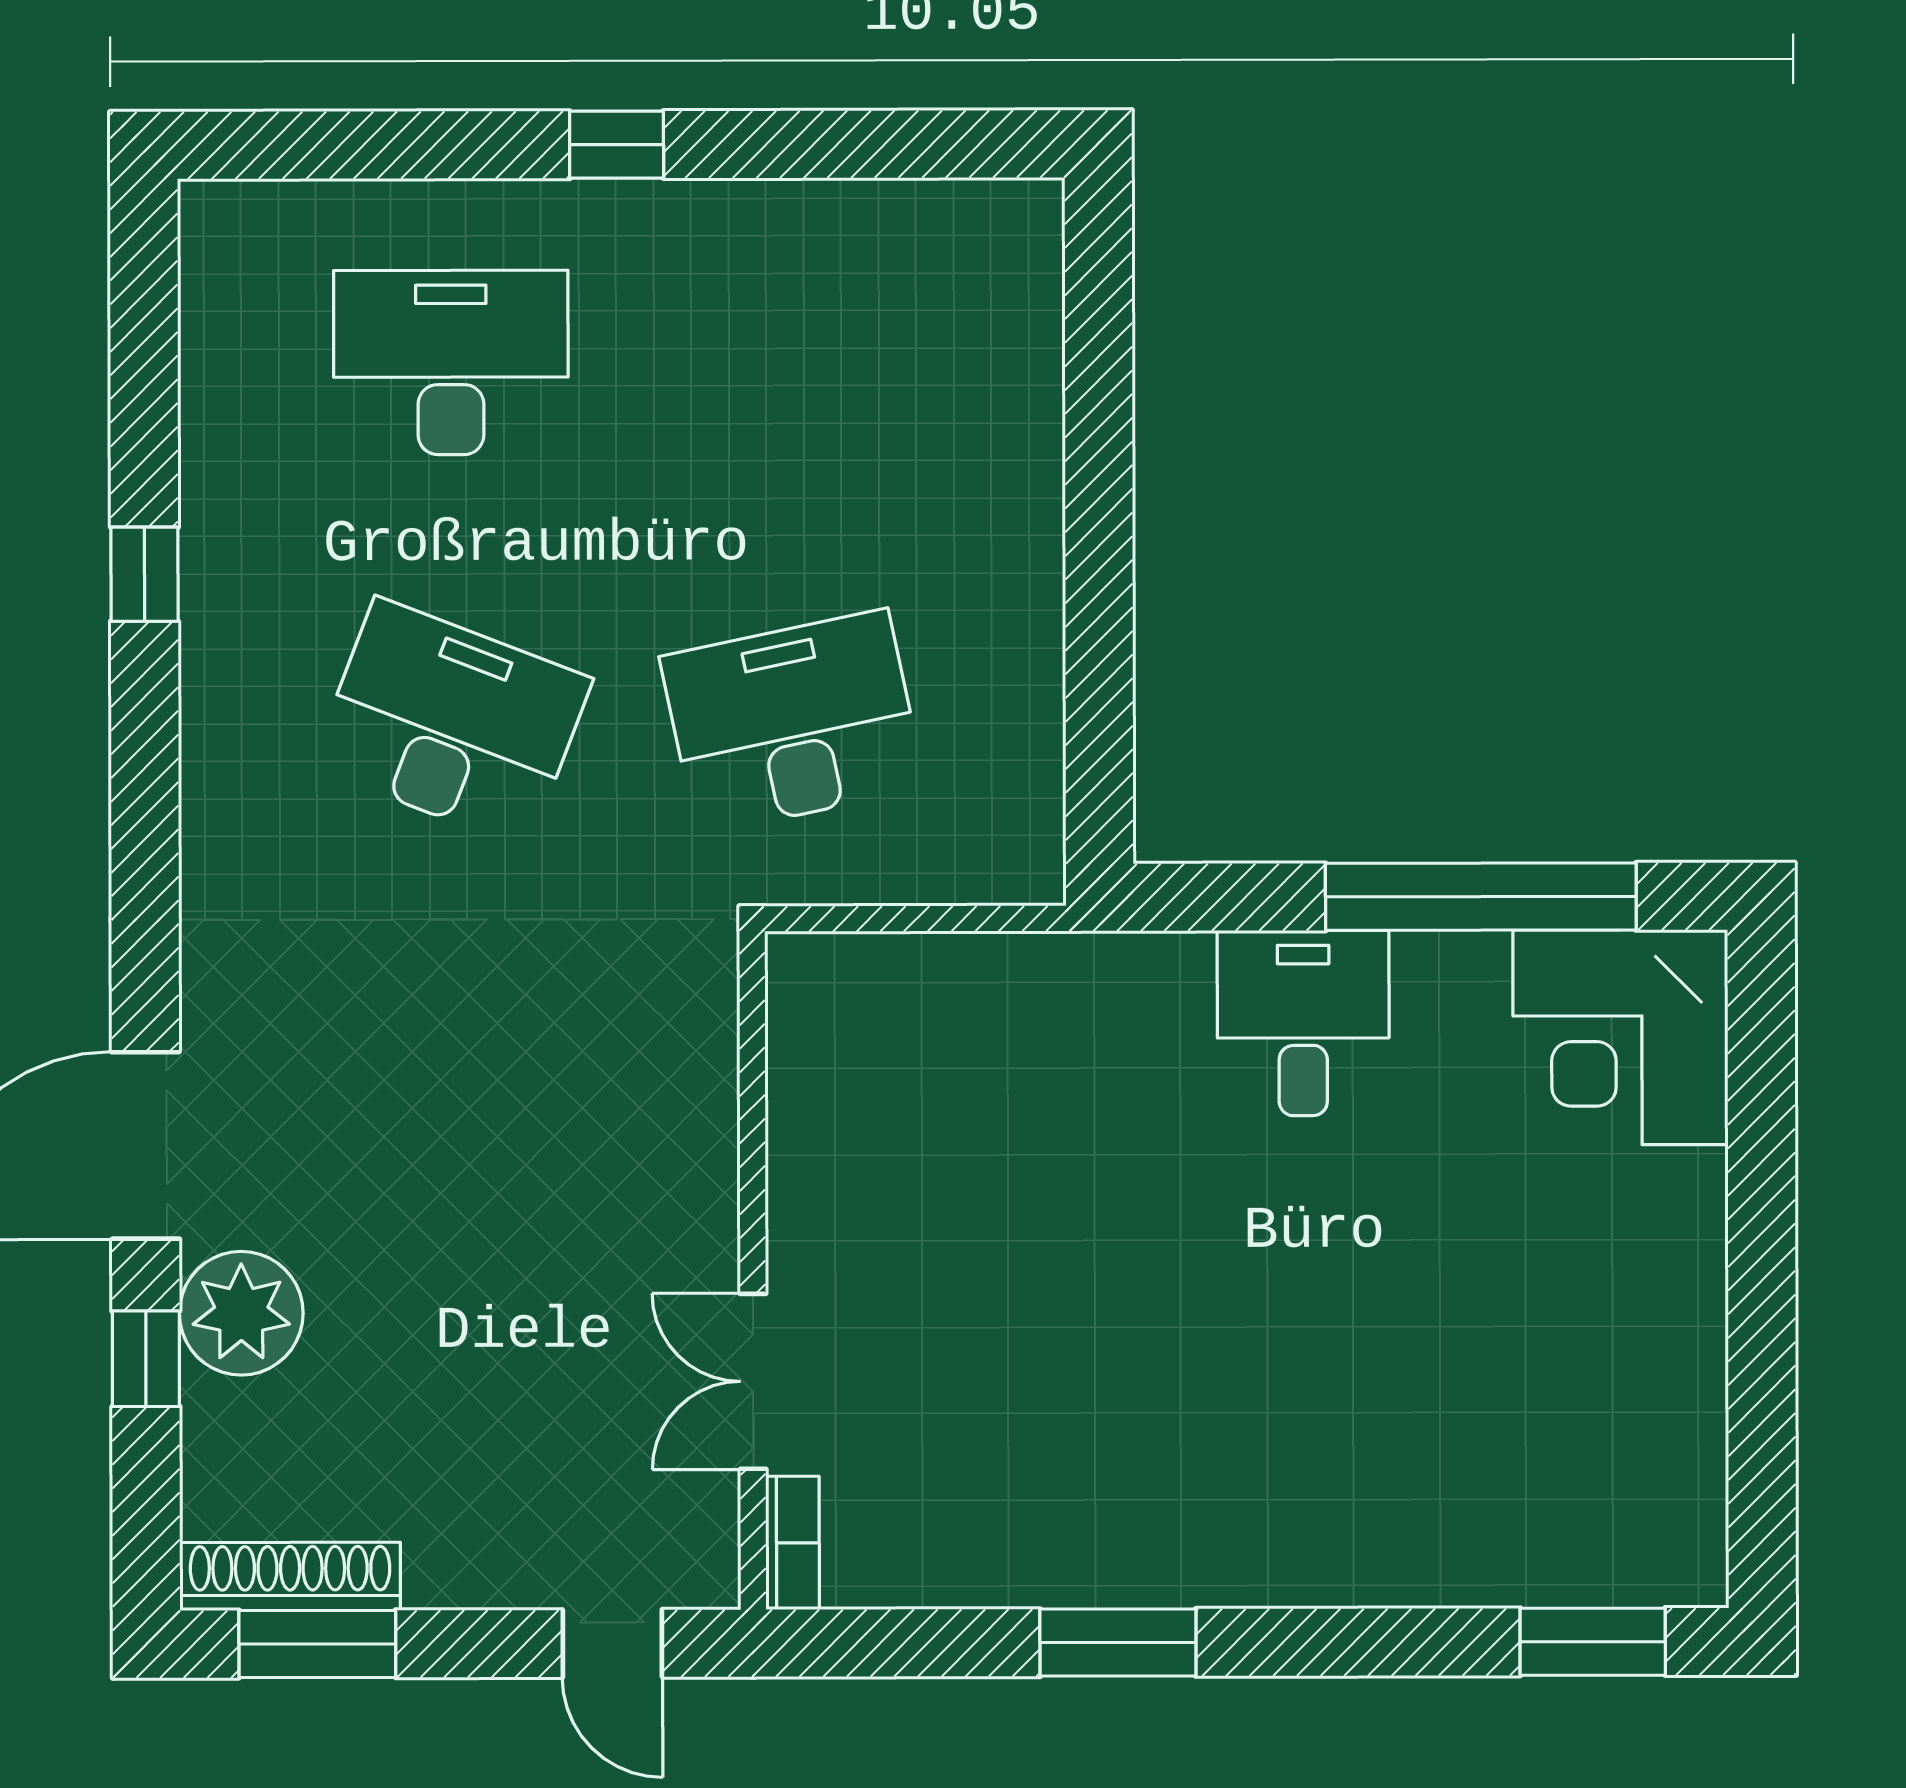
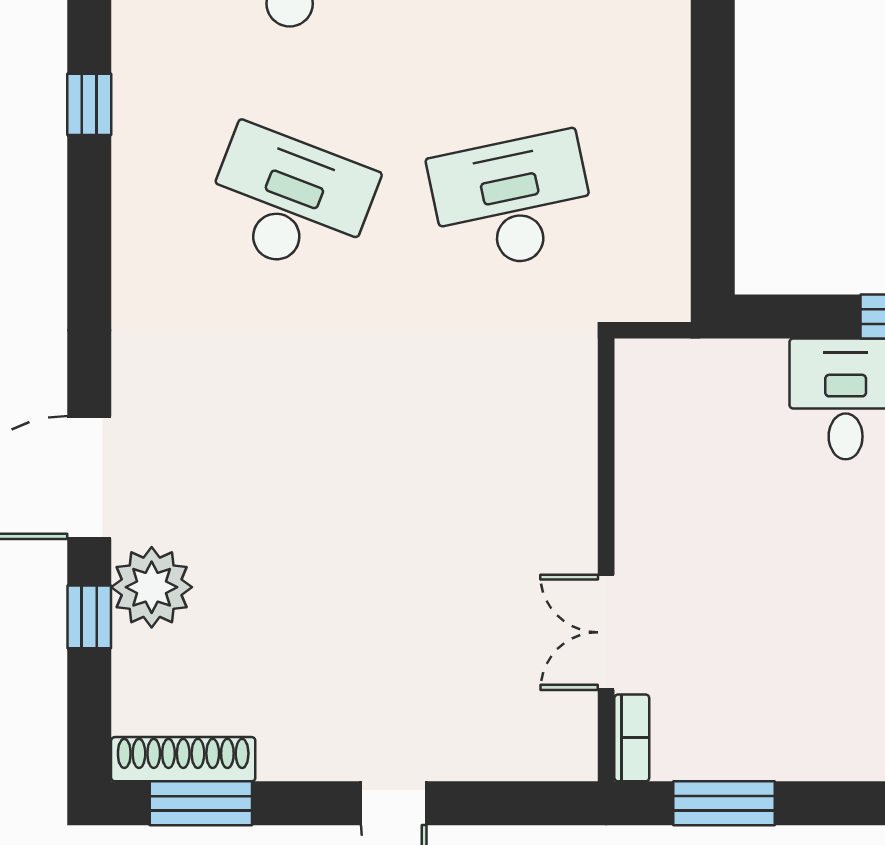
wall: (753, 1271) -> (606, 560), moved
double door: (753, 1381) -> (606, 632), moved
bookcase: (792, 1543) -> (632, 738), moved

